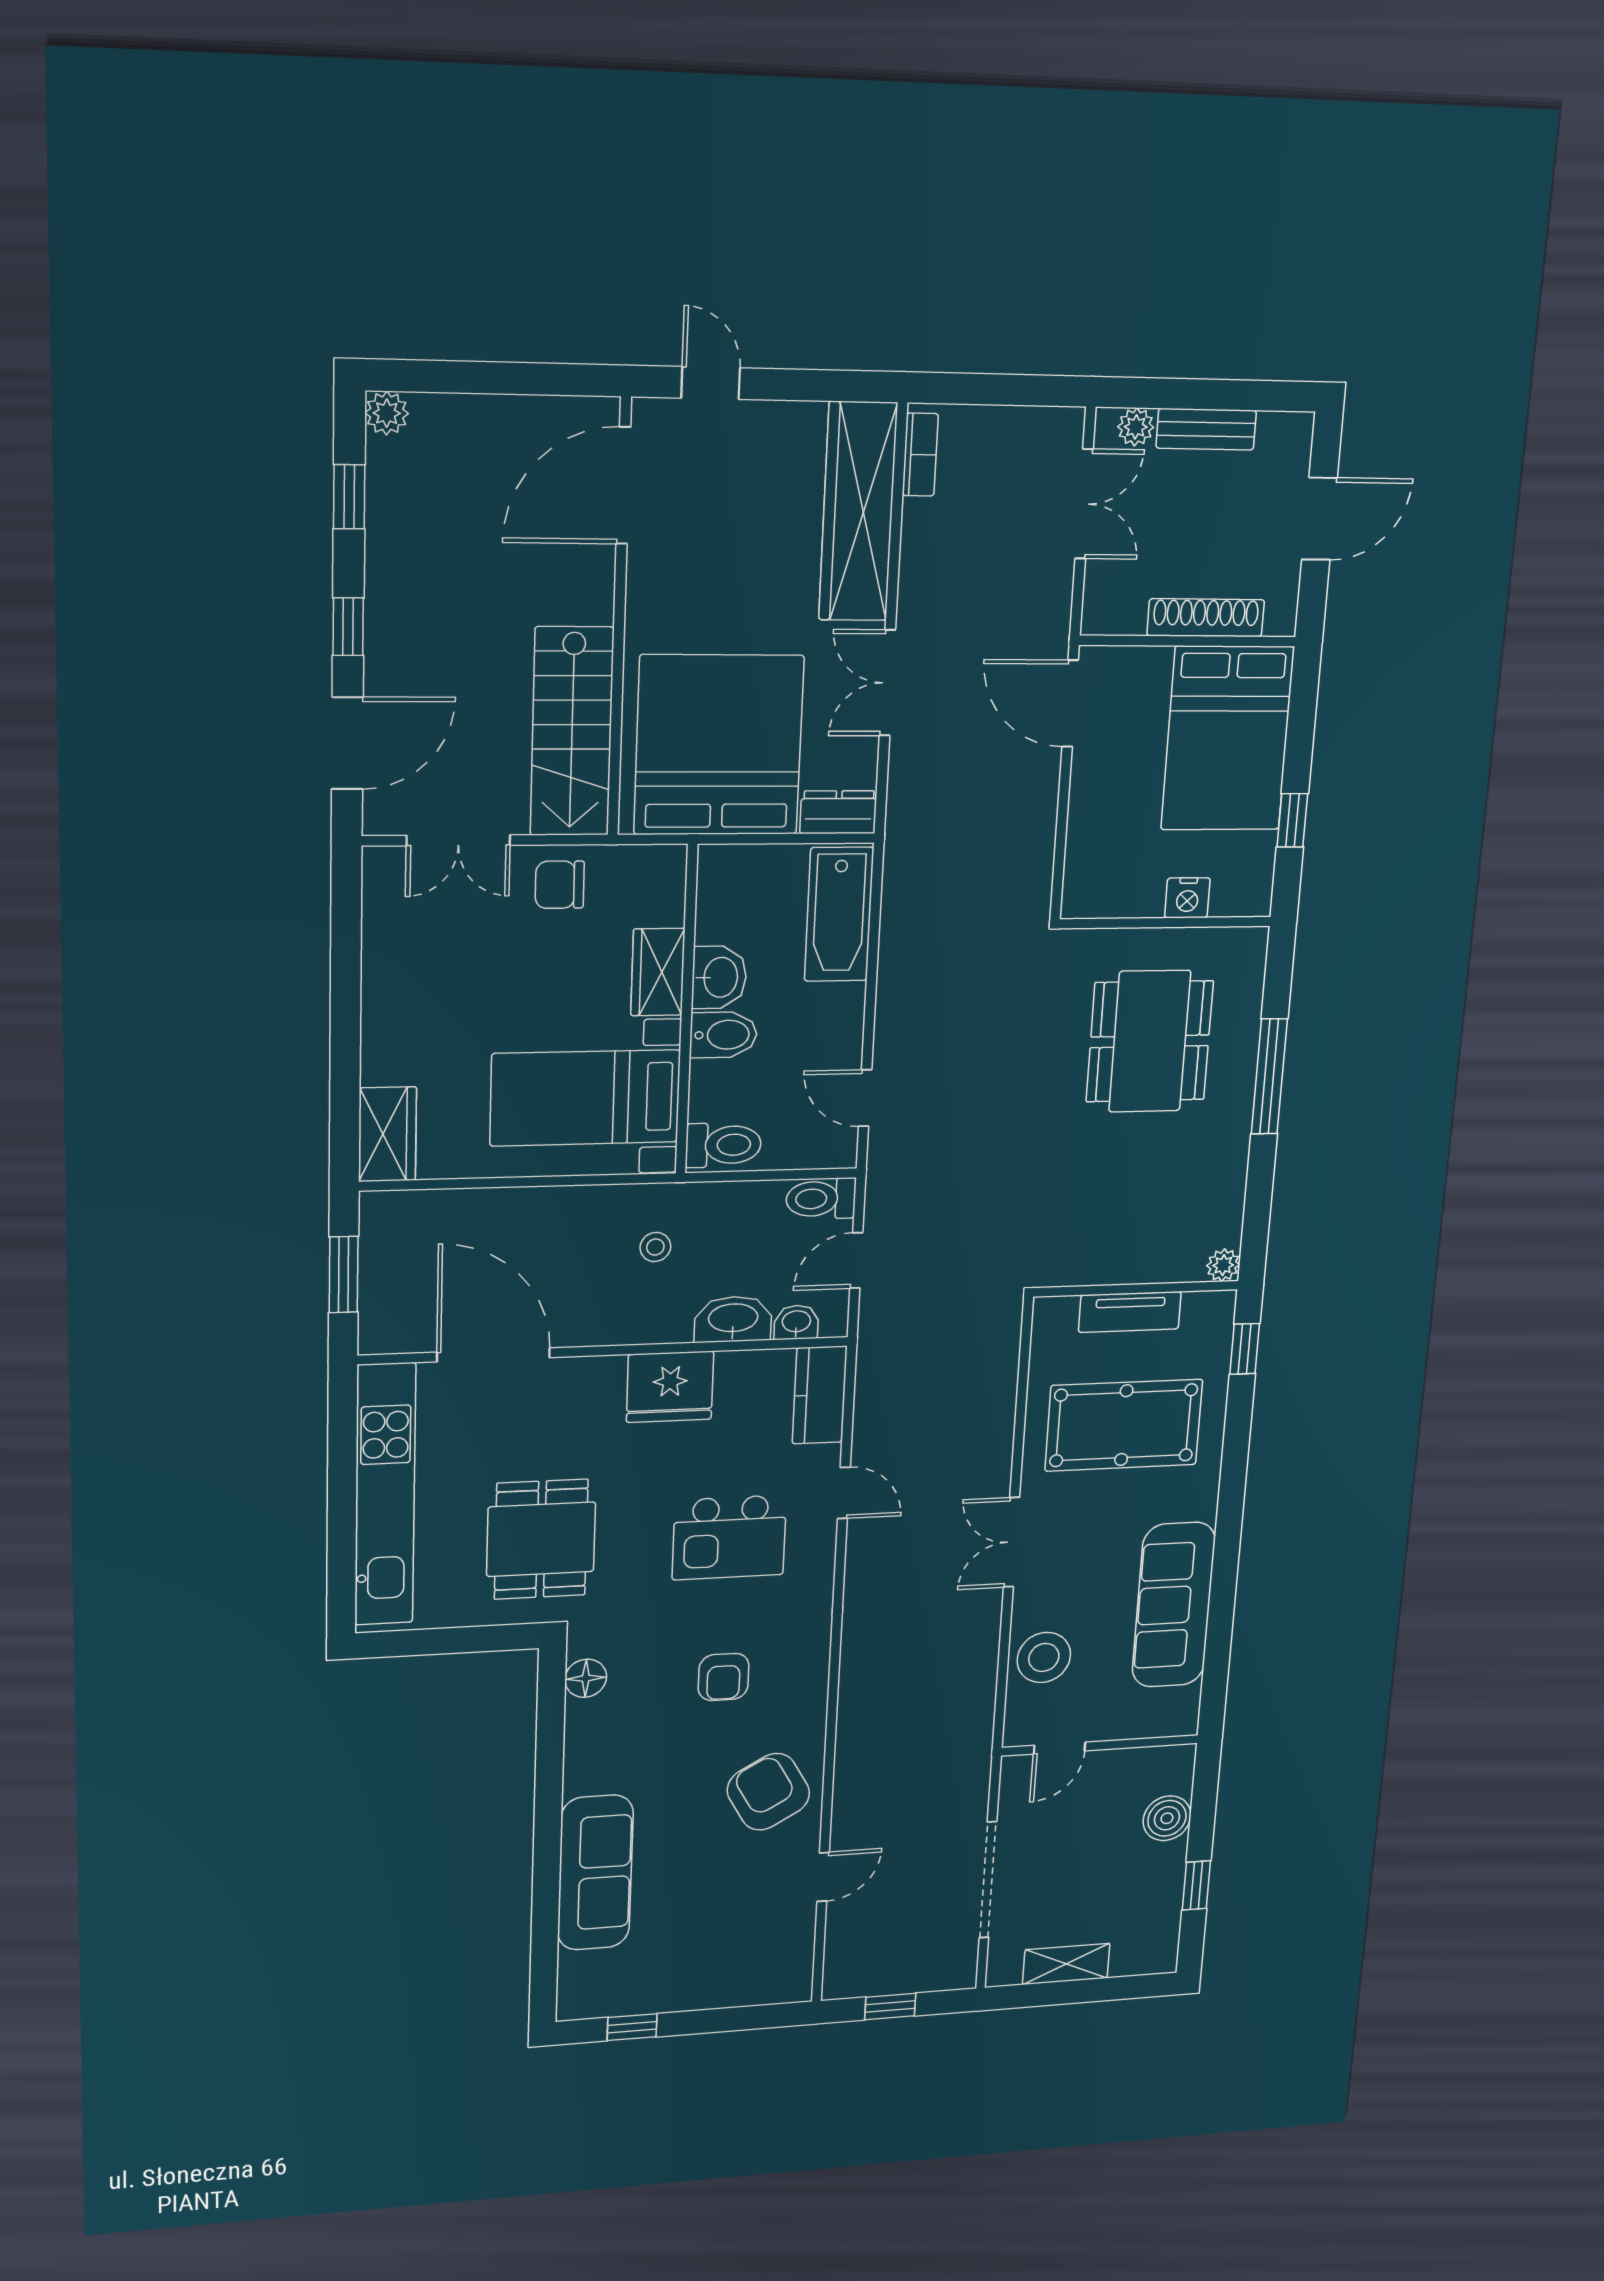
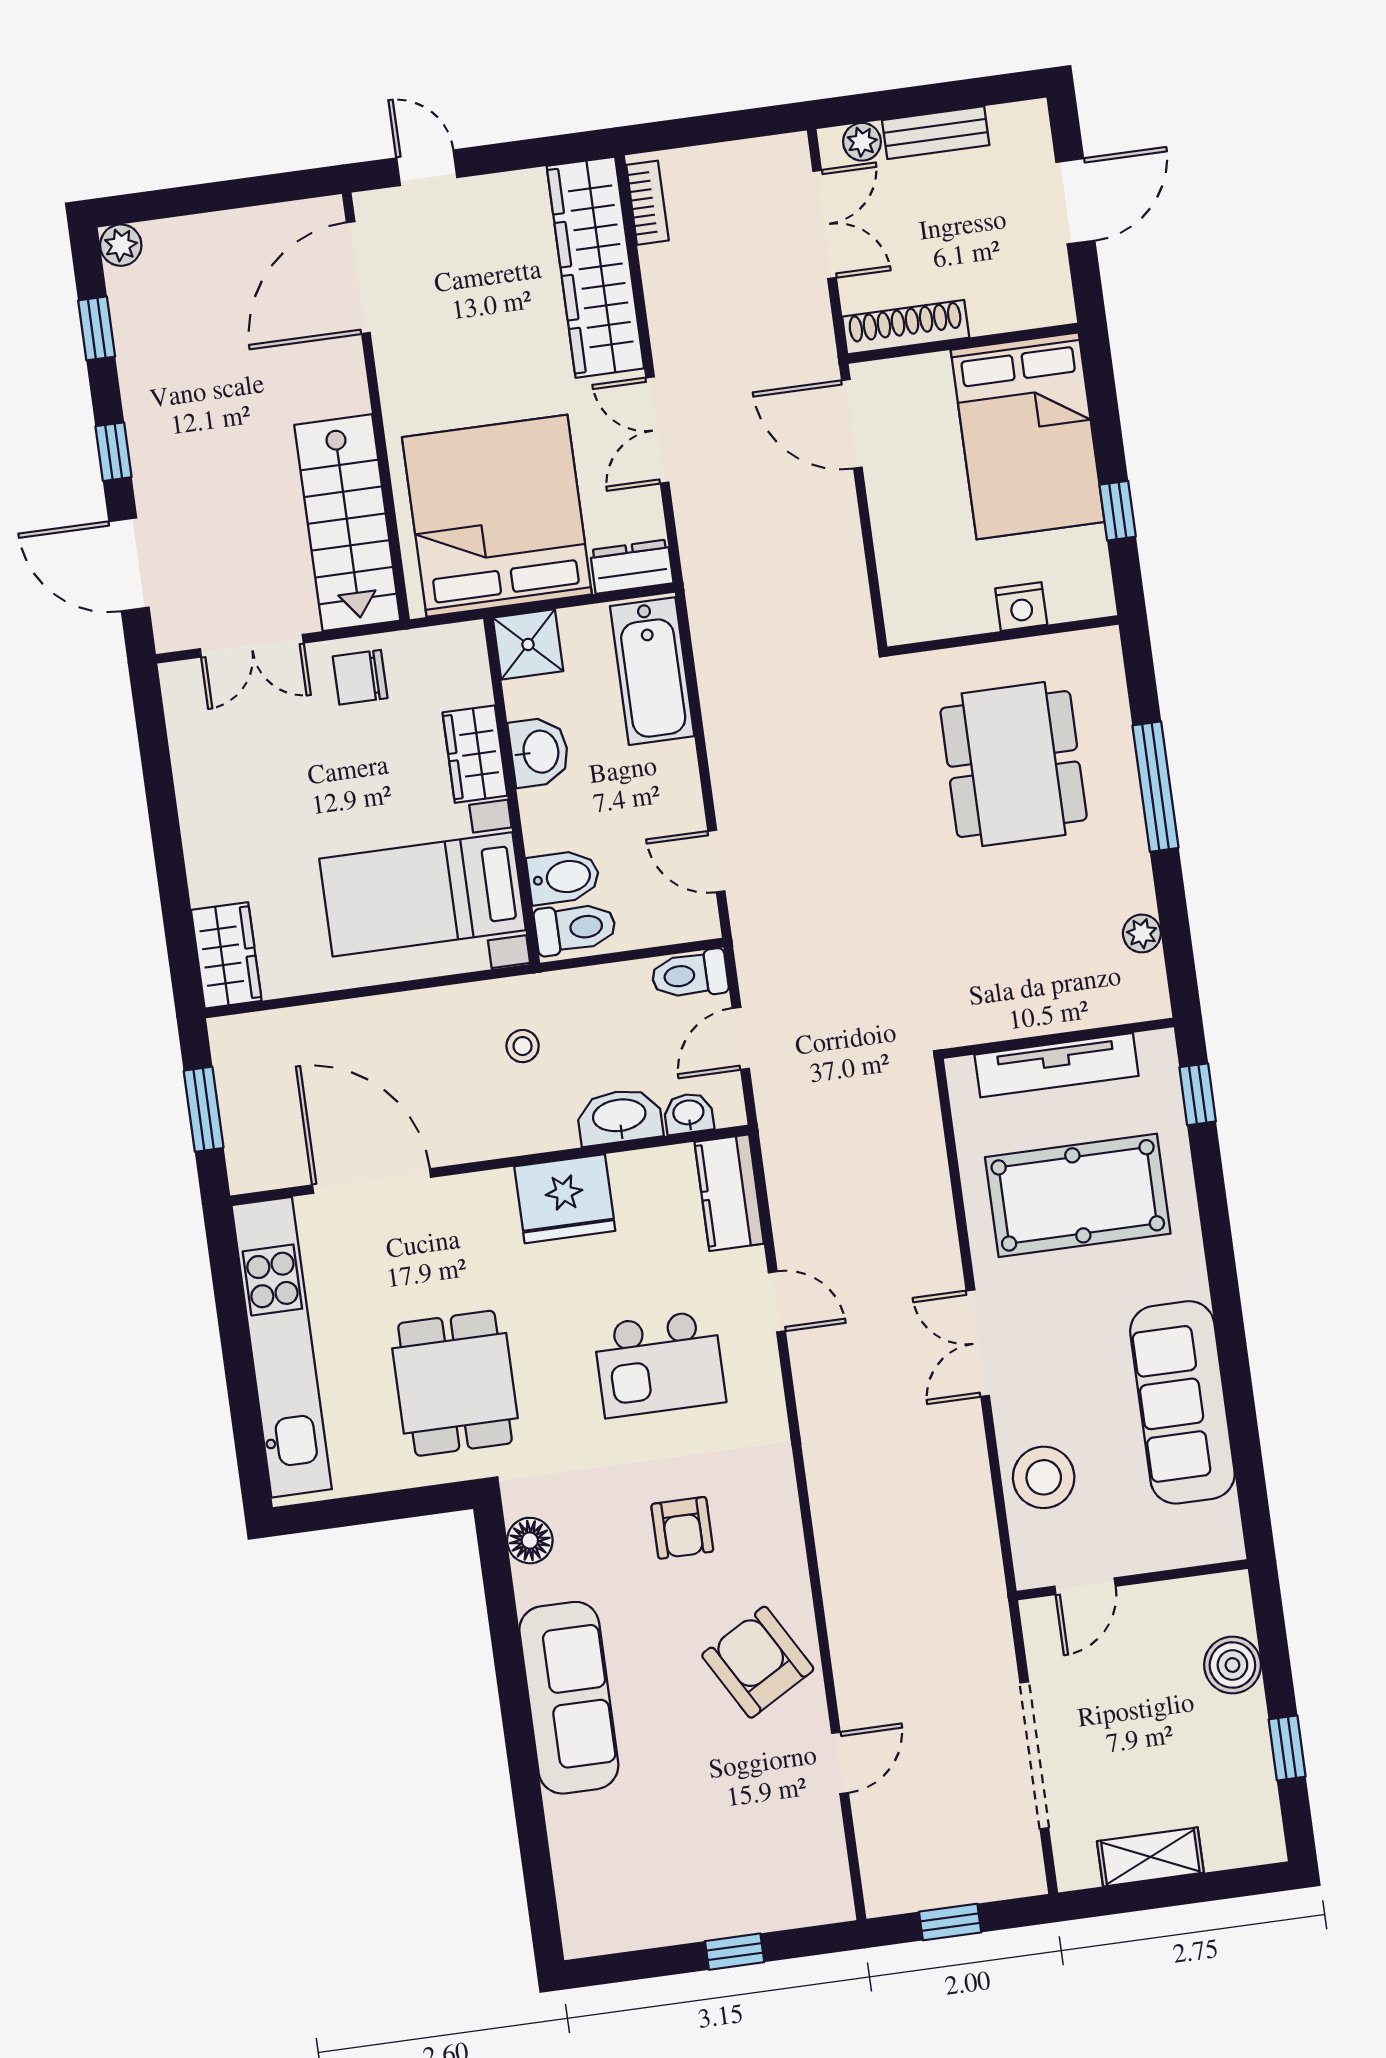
shoe rack: (1206, 618) -> (906, 327), moved
door: (347, 743) -> (129, 564), swing flipped
shower: (727, 874) -> (528, 644), added
bidet: (724, 1035) -> (564, 877), moved
plant: (1223, 1265) -> (1142, 933), moved
tv unit: (1130, 1312) -> (1057, 1065), width x1.41
sofa: (595, 1873) -> (569, 1698), moved
window: (632, 2027) -> (735, 1952), moved

